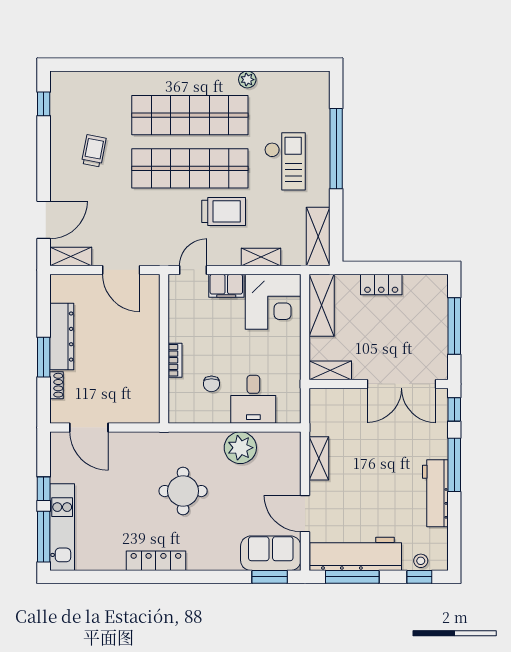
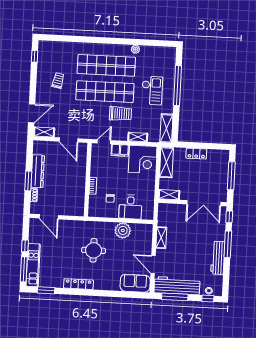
window: (270, 577) -> (46, 290), moved

